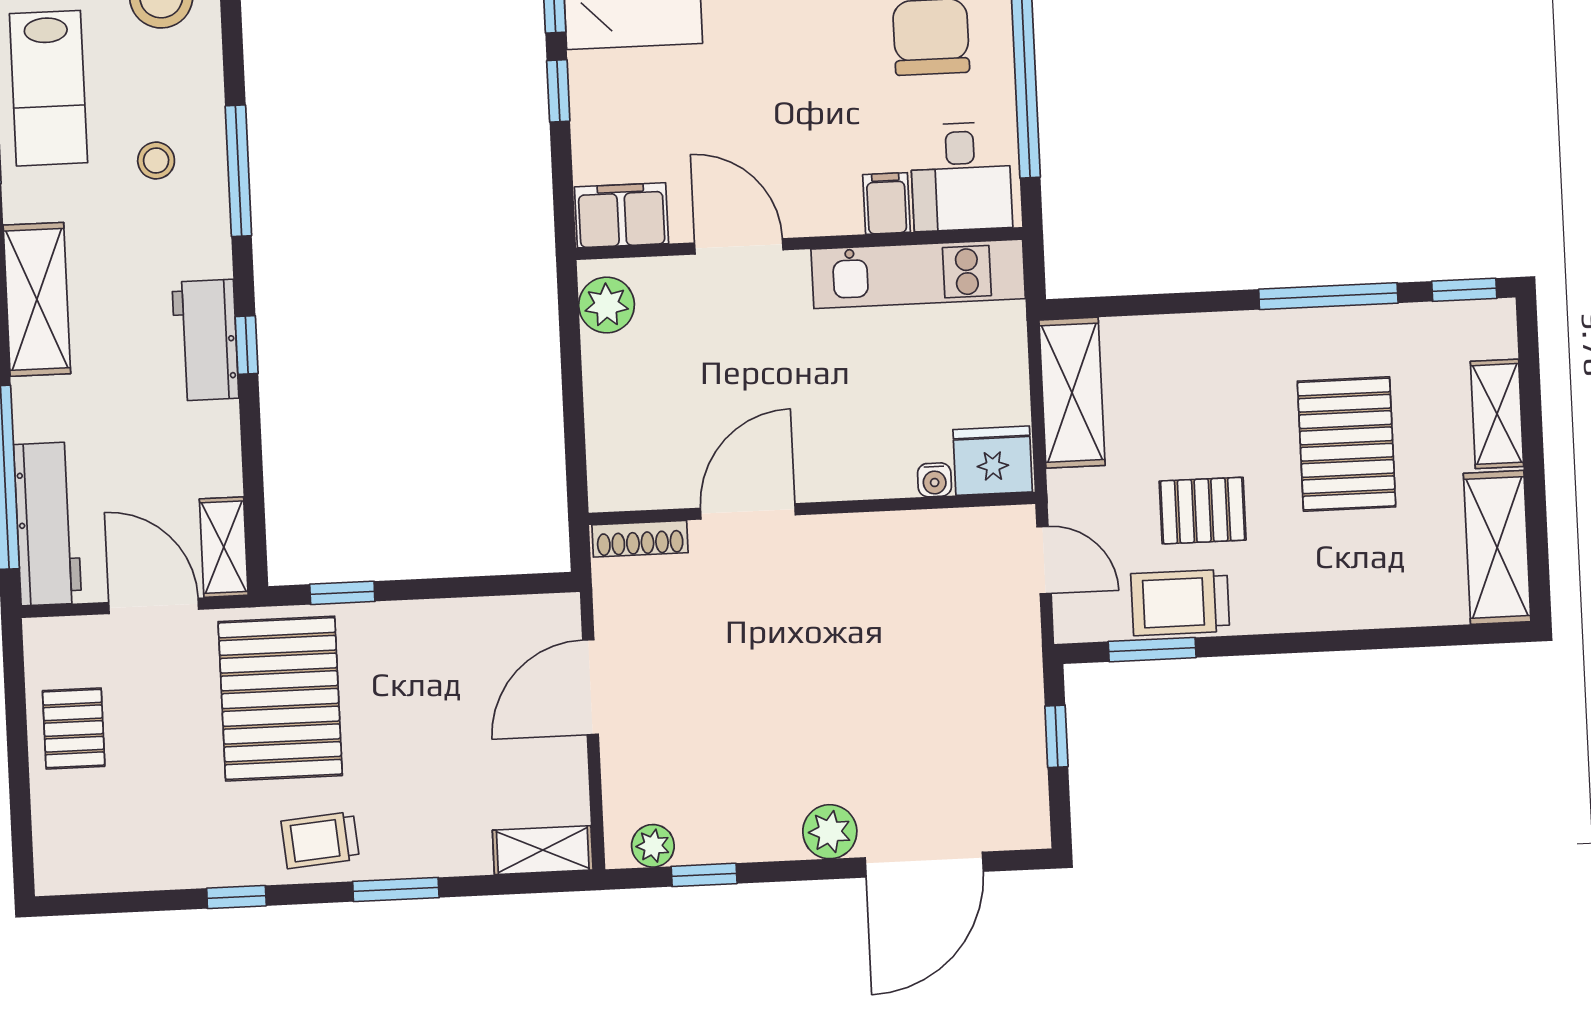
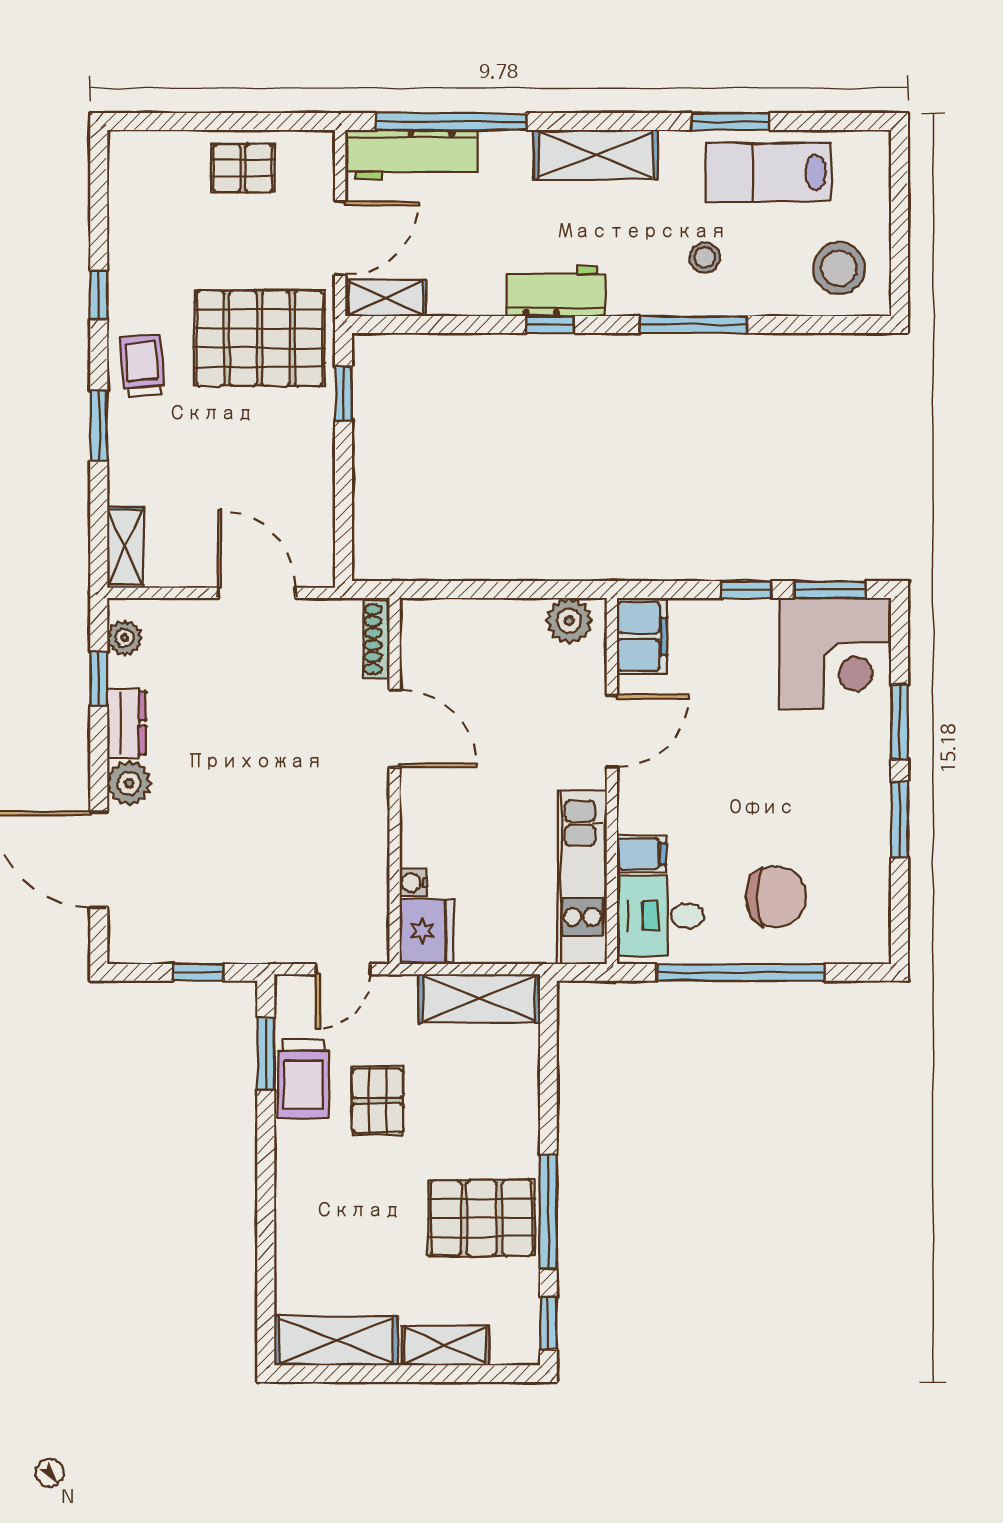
pallet: (1347, 444) -> (482, 1218), moved
trolley: (1180, 602) -> (303, 1079), turned 180
dresser: (757, 838) -> (126, 723), added

